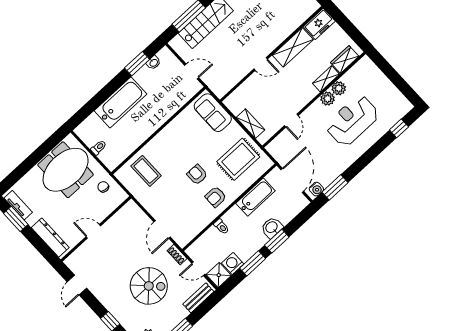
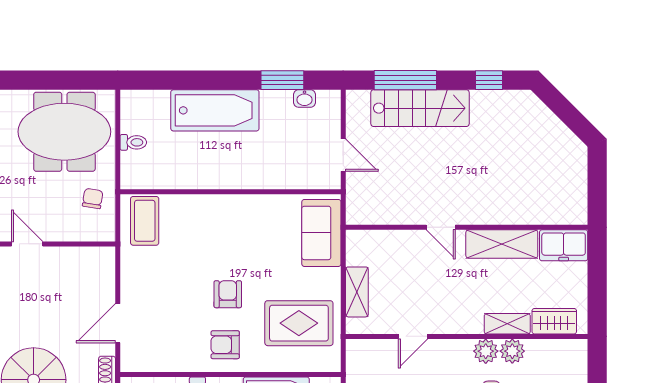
coffee table: (146, 171) -> (145, 221), moved

